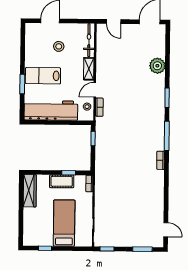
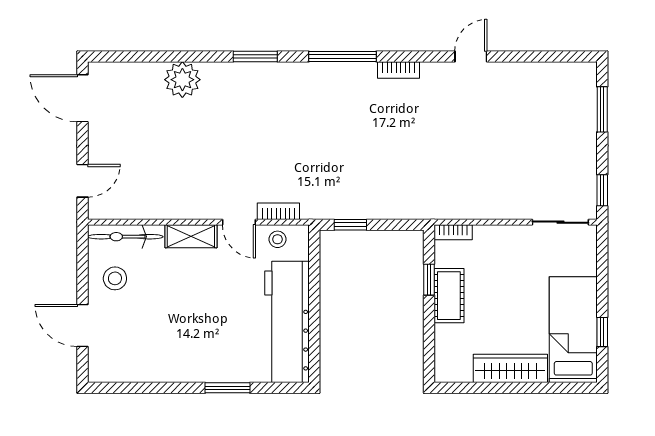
stool: (59, 46) -> (115, 278), moved
lab bench: (43, 76) -> (208, 341), removed
wardrobe: (30, 191) -> (510, 368), moved
bed: (64, 223) -> (573, 330), moved, turned 90
door: (166, 230) -> (471, 57), moved

